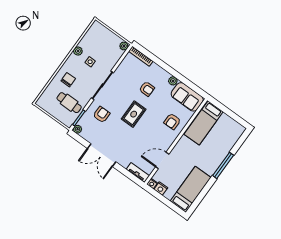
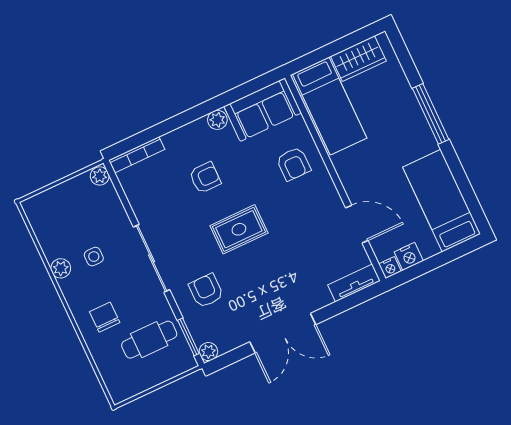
rug: (134, 114) -> (239, 229), turned 90
wardrobe: (229, 124) -> (358, 59), added
door: (162, 160) -> (357, 224), swing flipped

